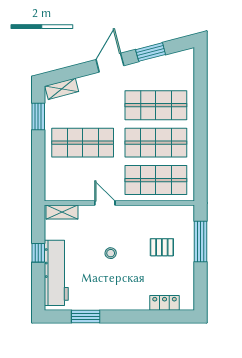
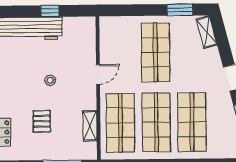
shelving: (62, 212) -> (90, 126), moved
pallet: (162, 247) -> (42, 121), moved

